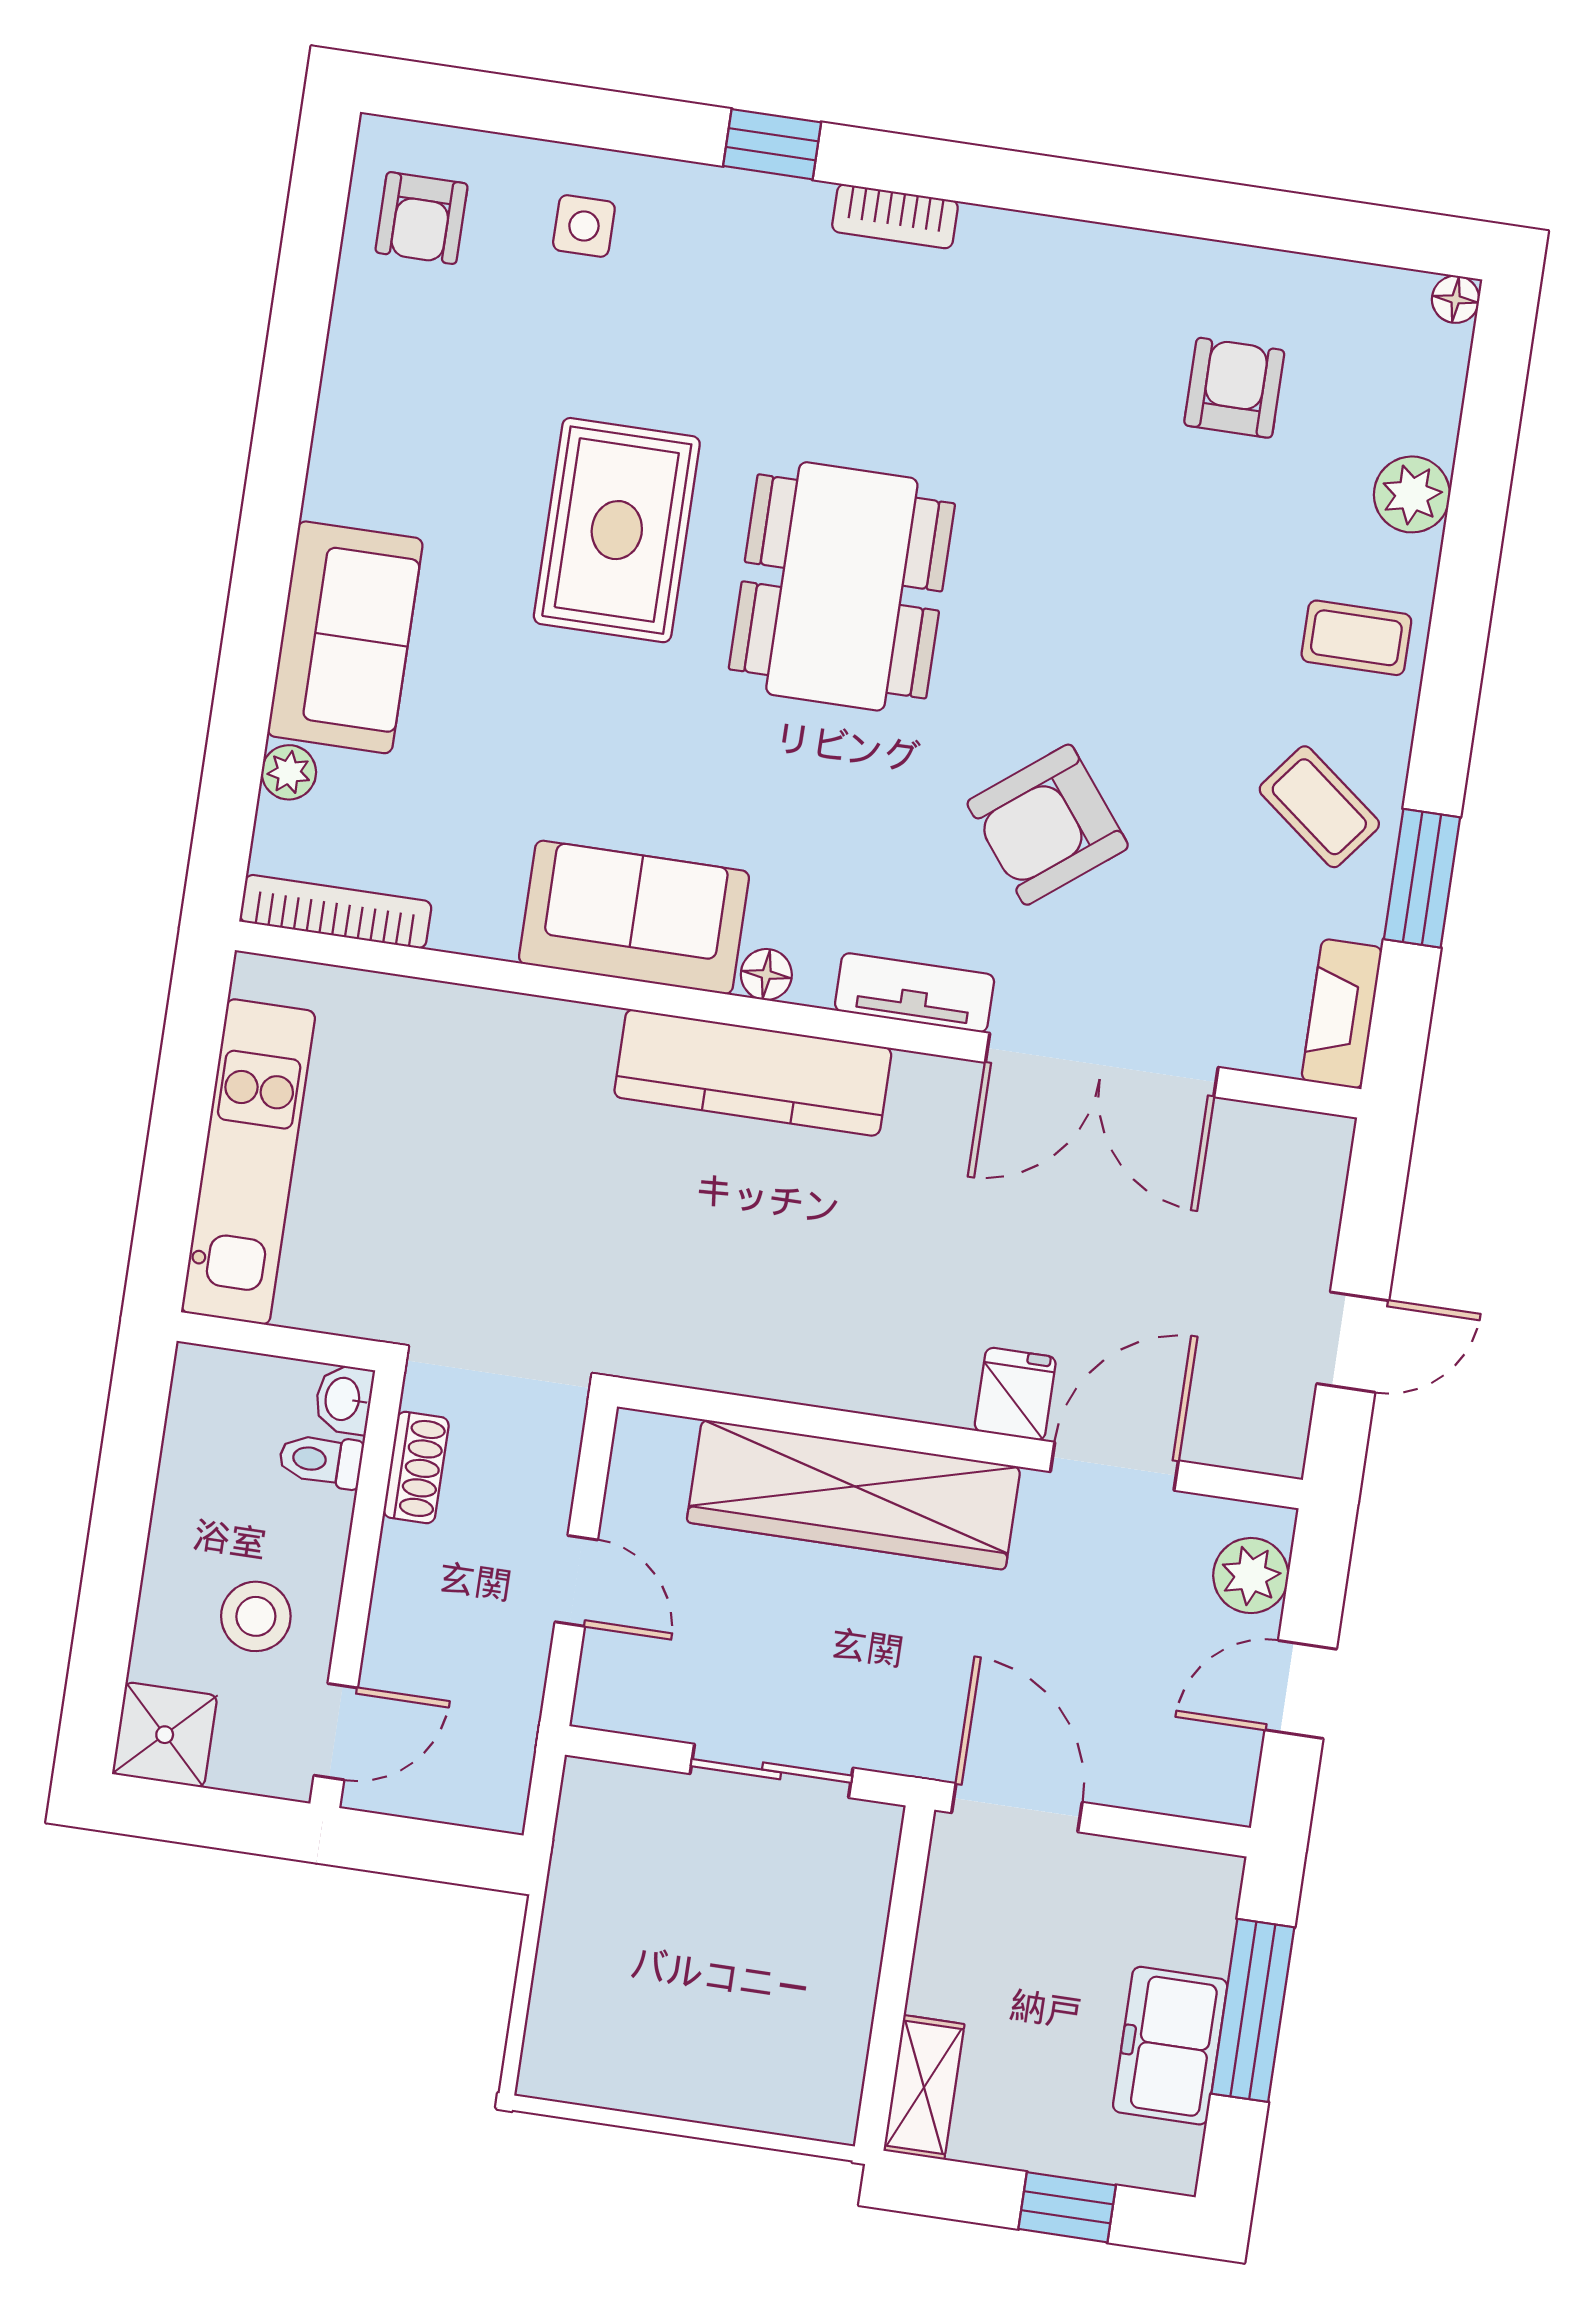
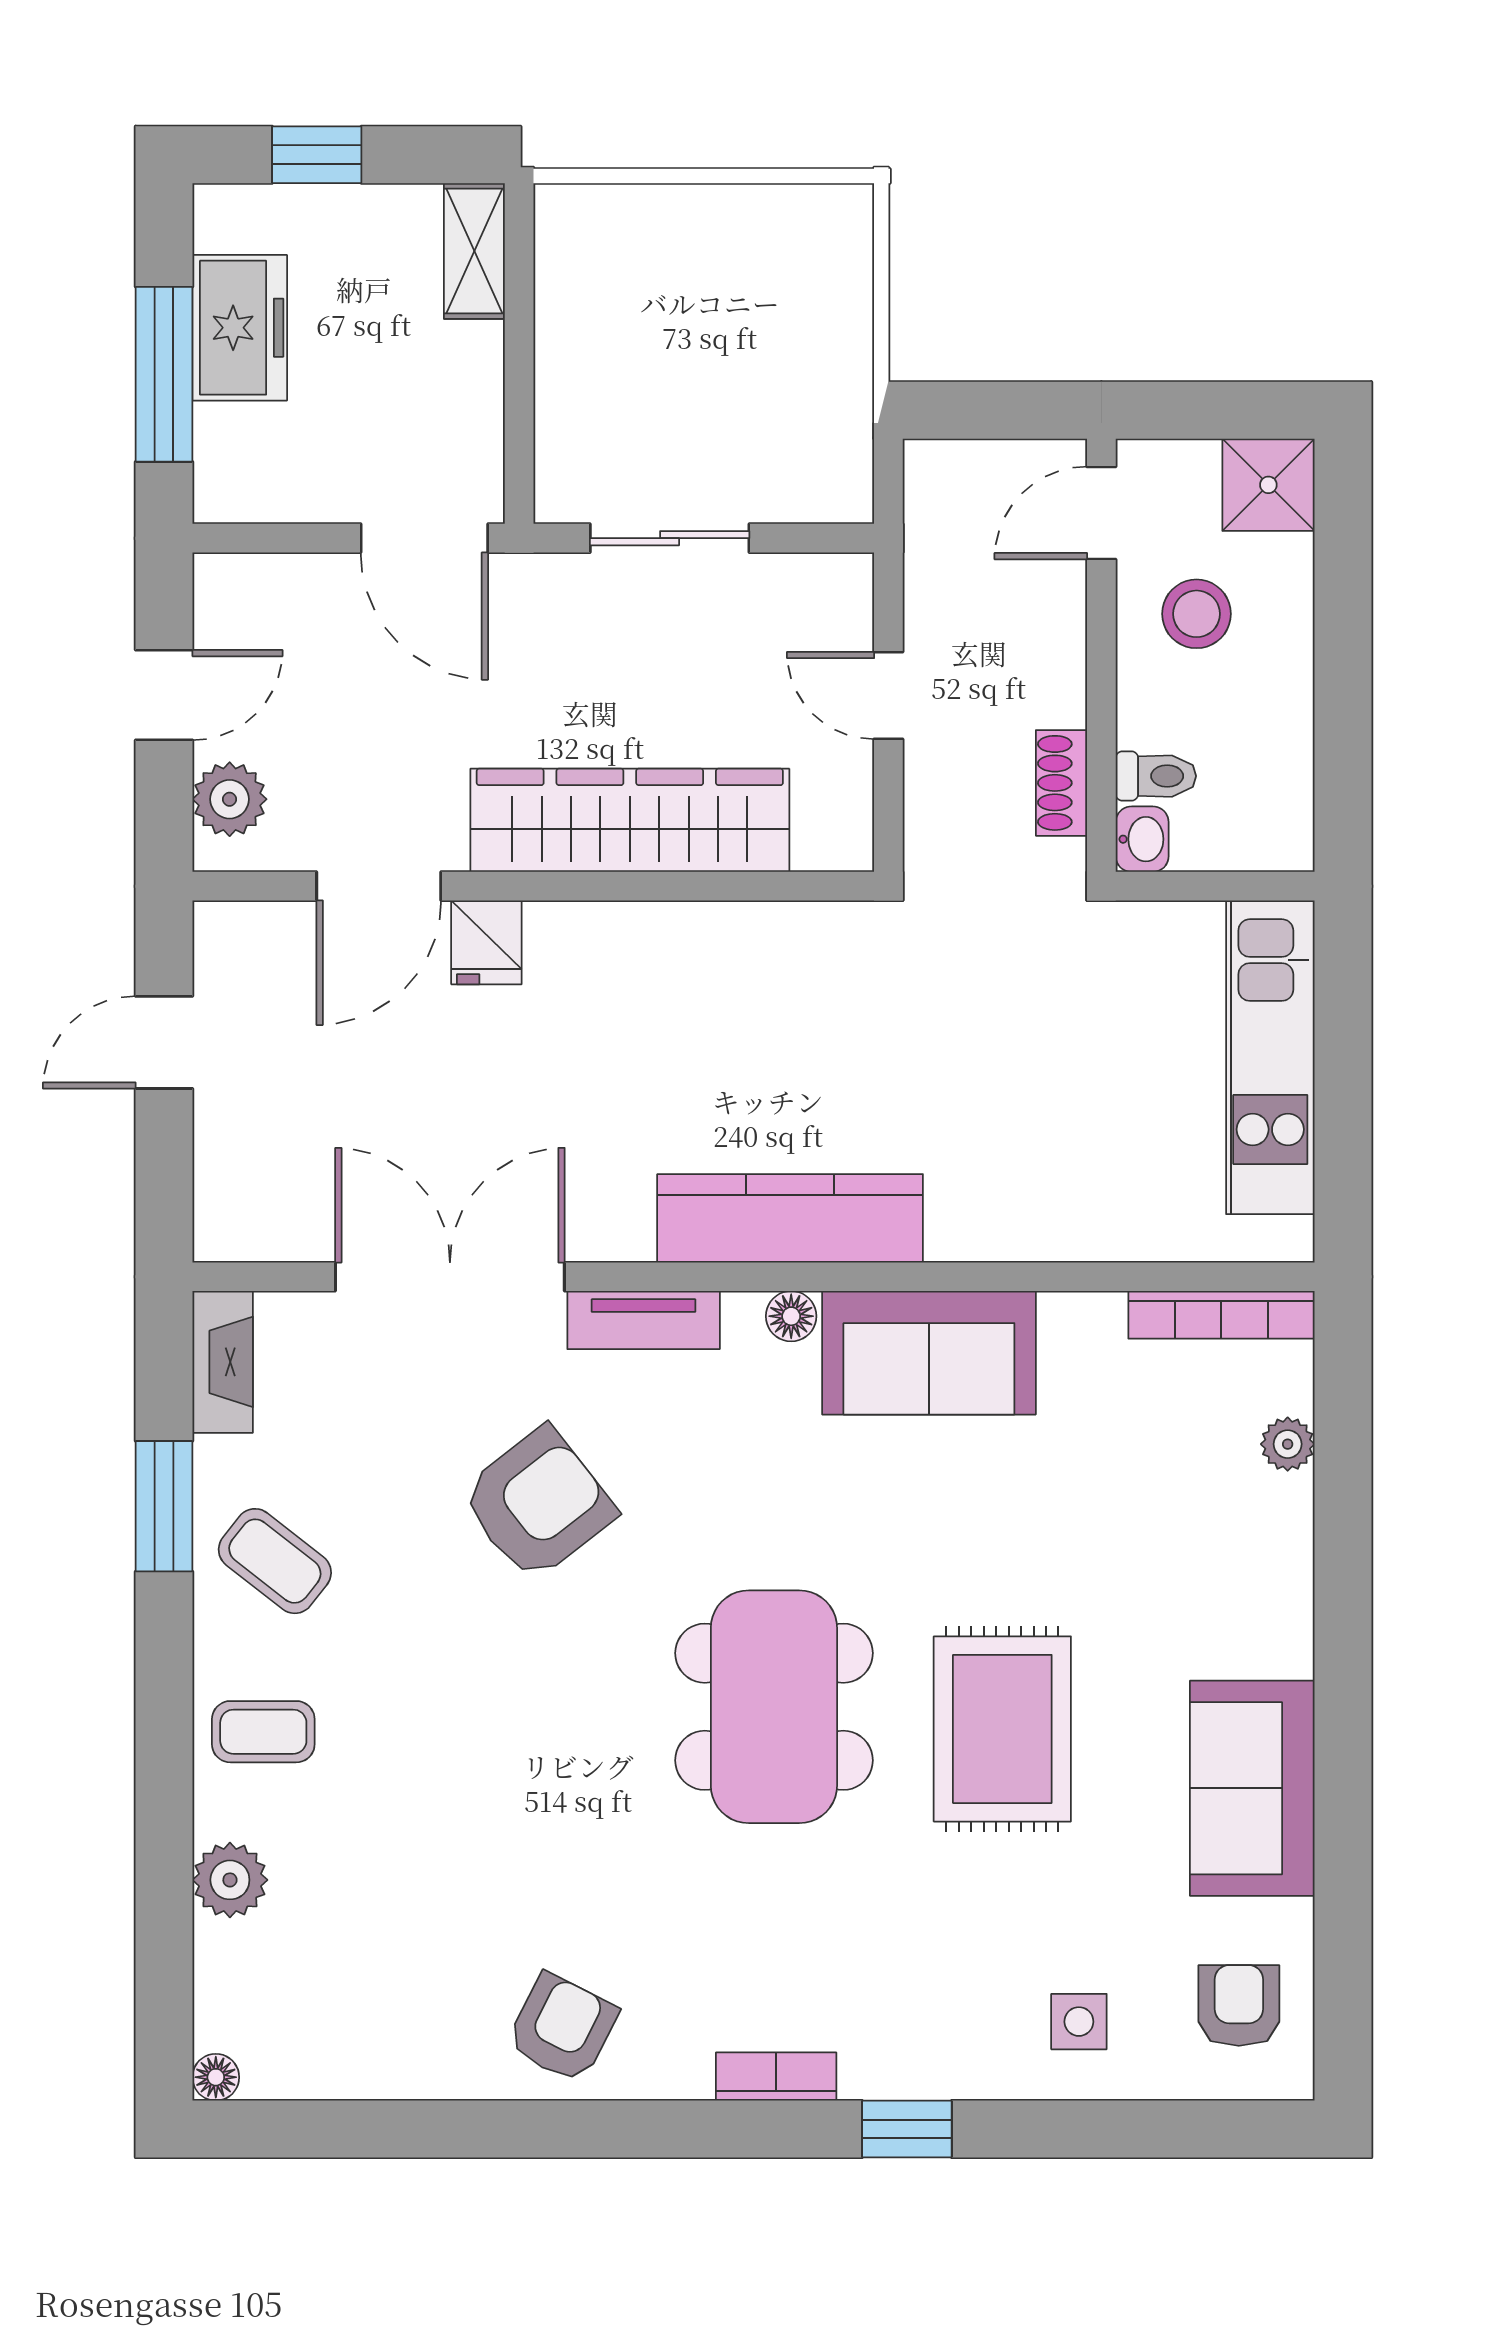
armchair: (1234, 388) -> (562, 2028), moved, turned -153
sofa: (345, 637) -> (1252, 1788), moved

